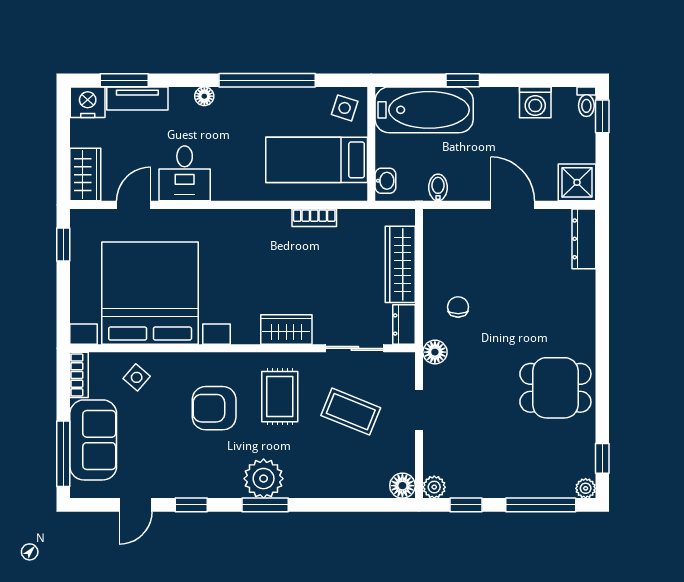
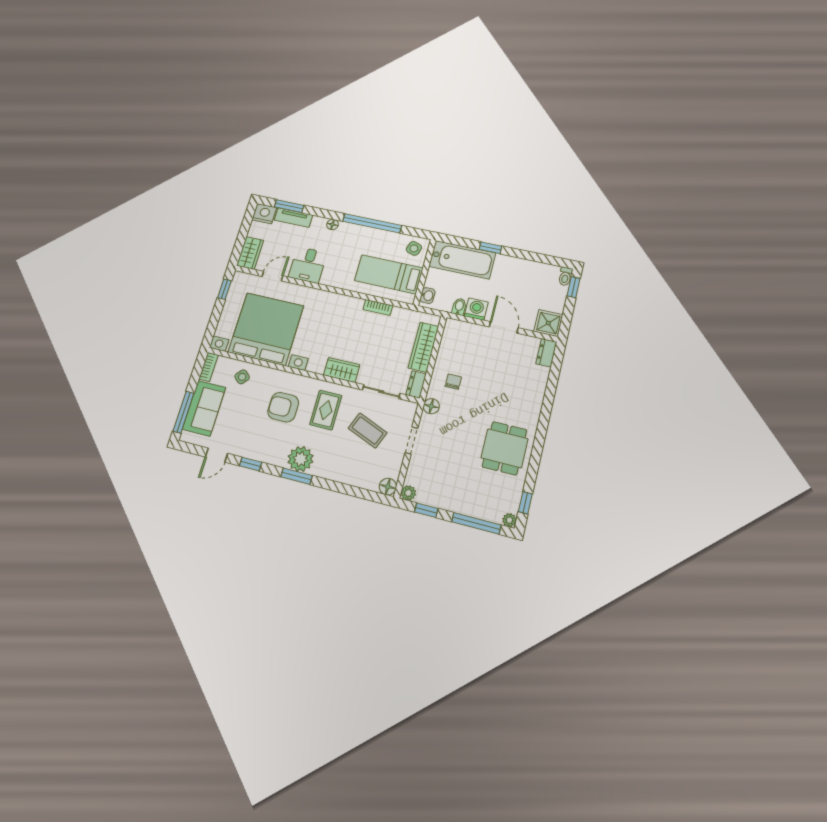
washing machine: (535, 102) -> (476, 309), moved, turned 180
dresser: (584, 239) -> (546, 353), width x0.70
dining table: (555, 388) -> (504, 448), turned 90

